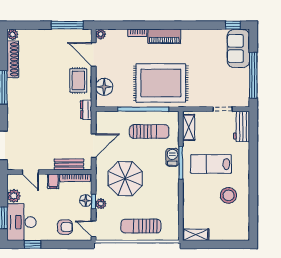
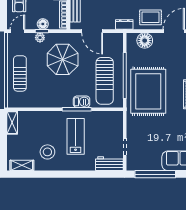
shelving: (189, 127) -> (22, 165), moved
sun lounger: (149, 132) -> (105, 81), width x1.36, depth x1.34

